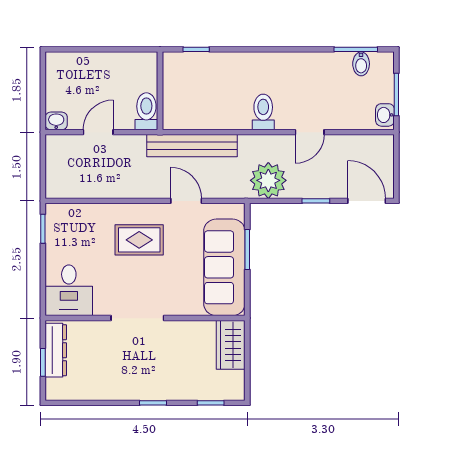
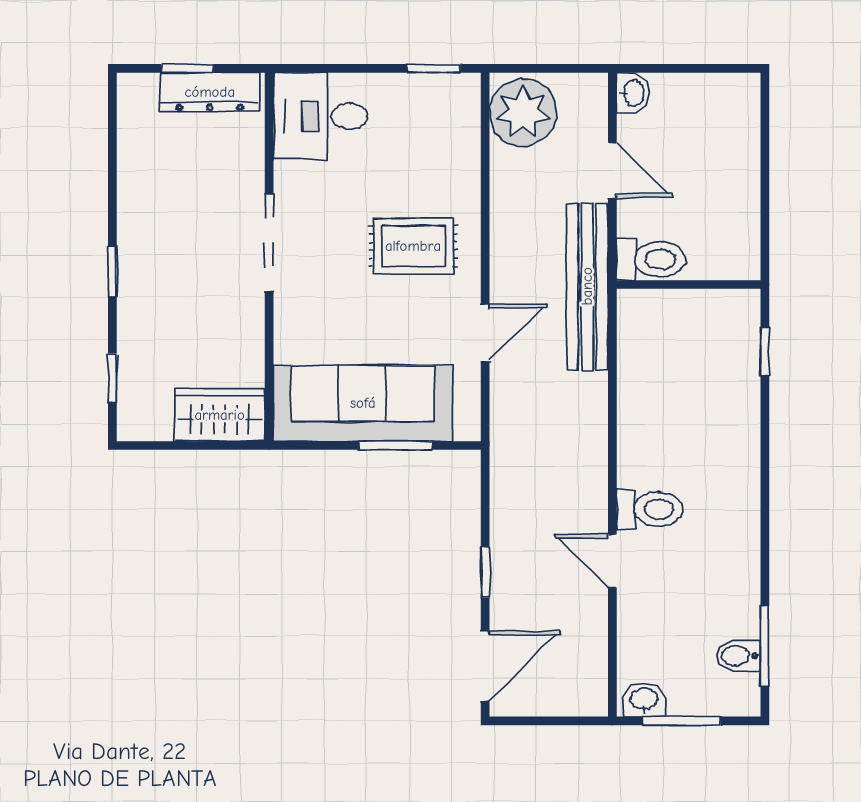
toilet: (263, 112) -> (650, 509), moved
bench: (192, 146) -> (587, 286), moved
plant: (268, 180) -> (523, 113), moved
rug: (139, 240) -> (413, 246), turned 90

